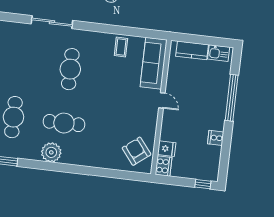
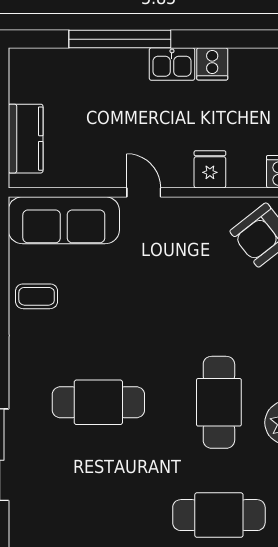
kitchen sink: (219, 53) -> (172, 64), moved, turned 90
door: (162, 100) -> (144, 192), hinge flipped
fridge: (167, 149) -> (210, 169), moved

